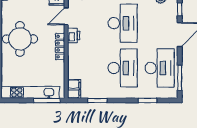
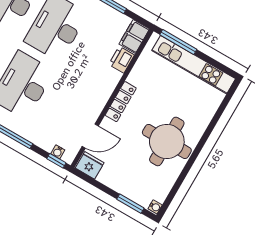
printer: (74, 36) -> (122, 60), moved

